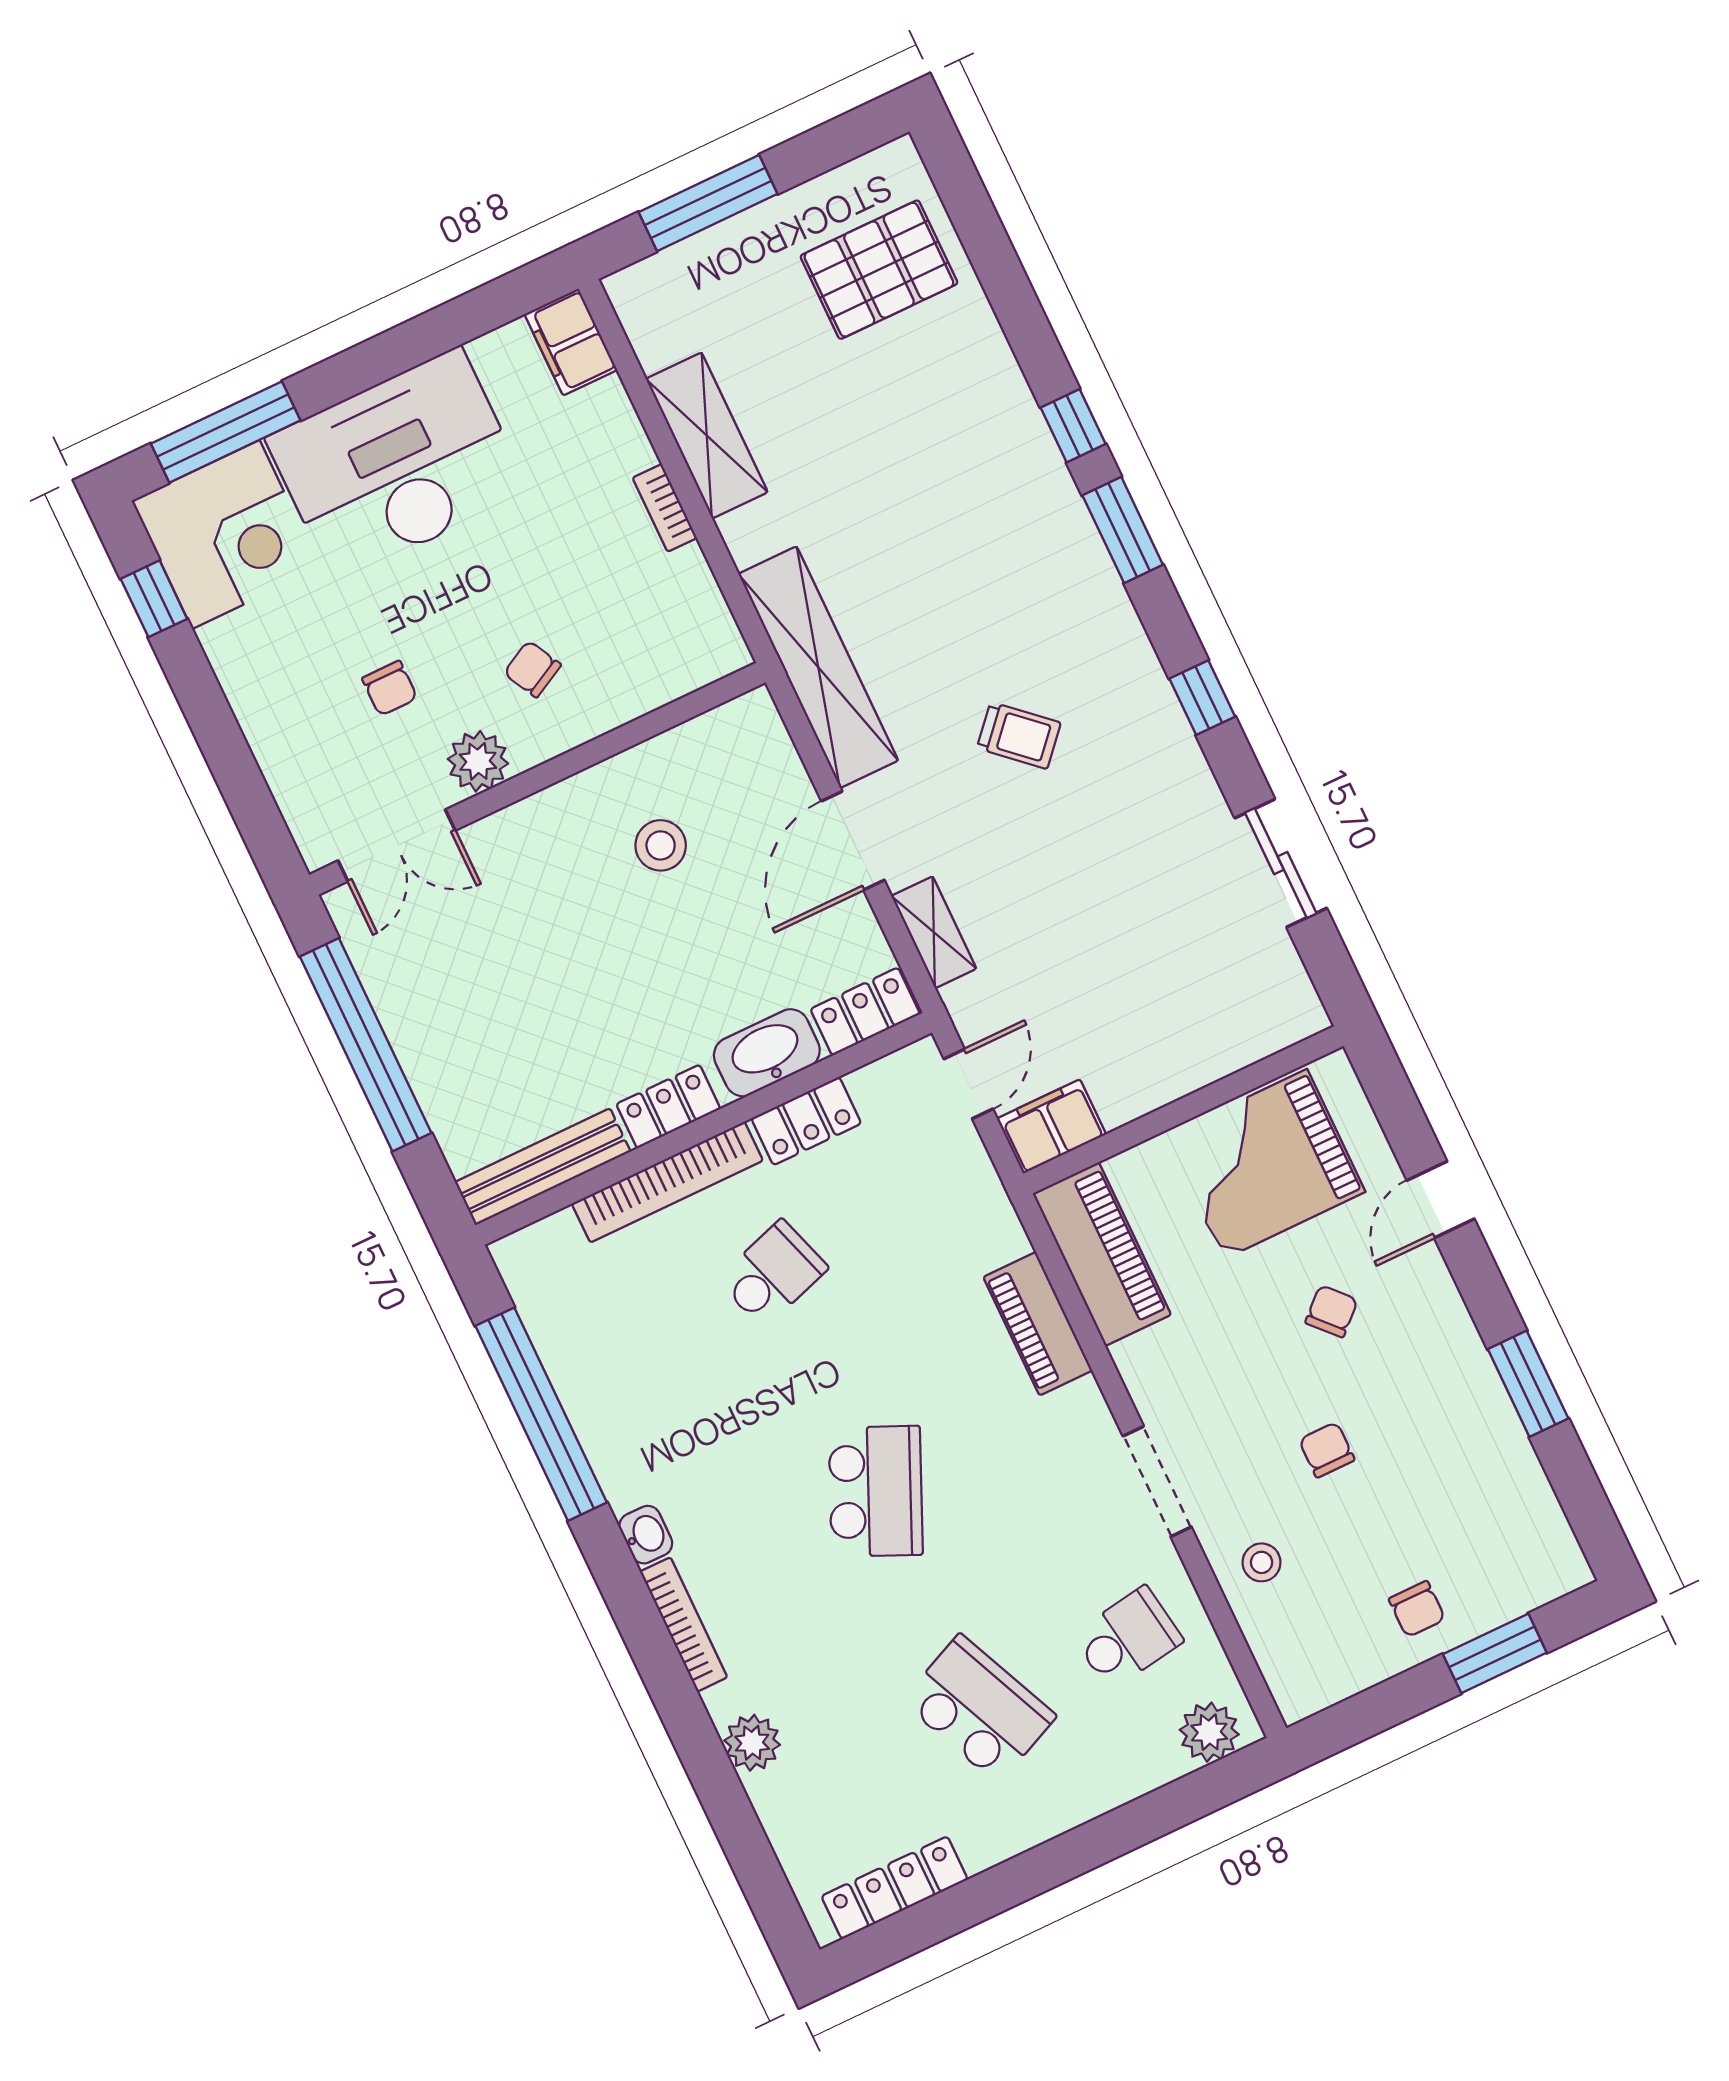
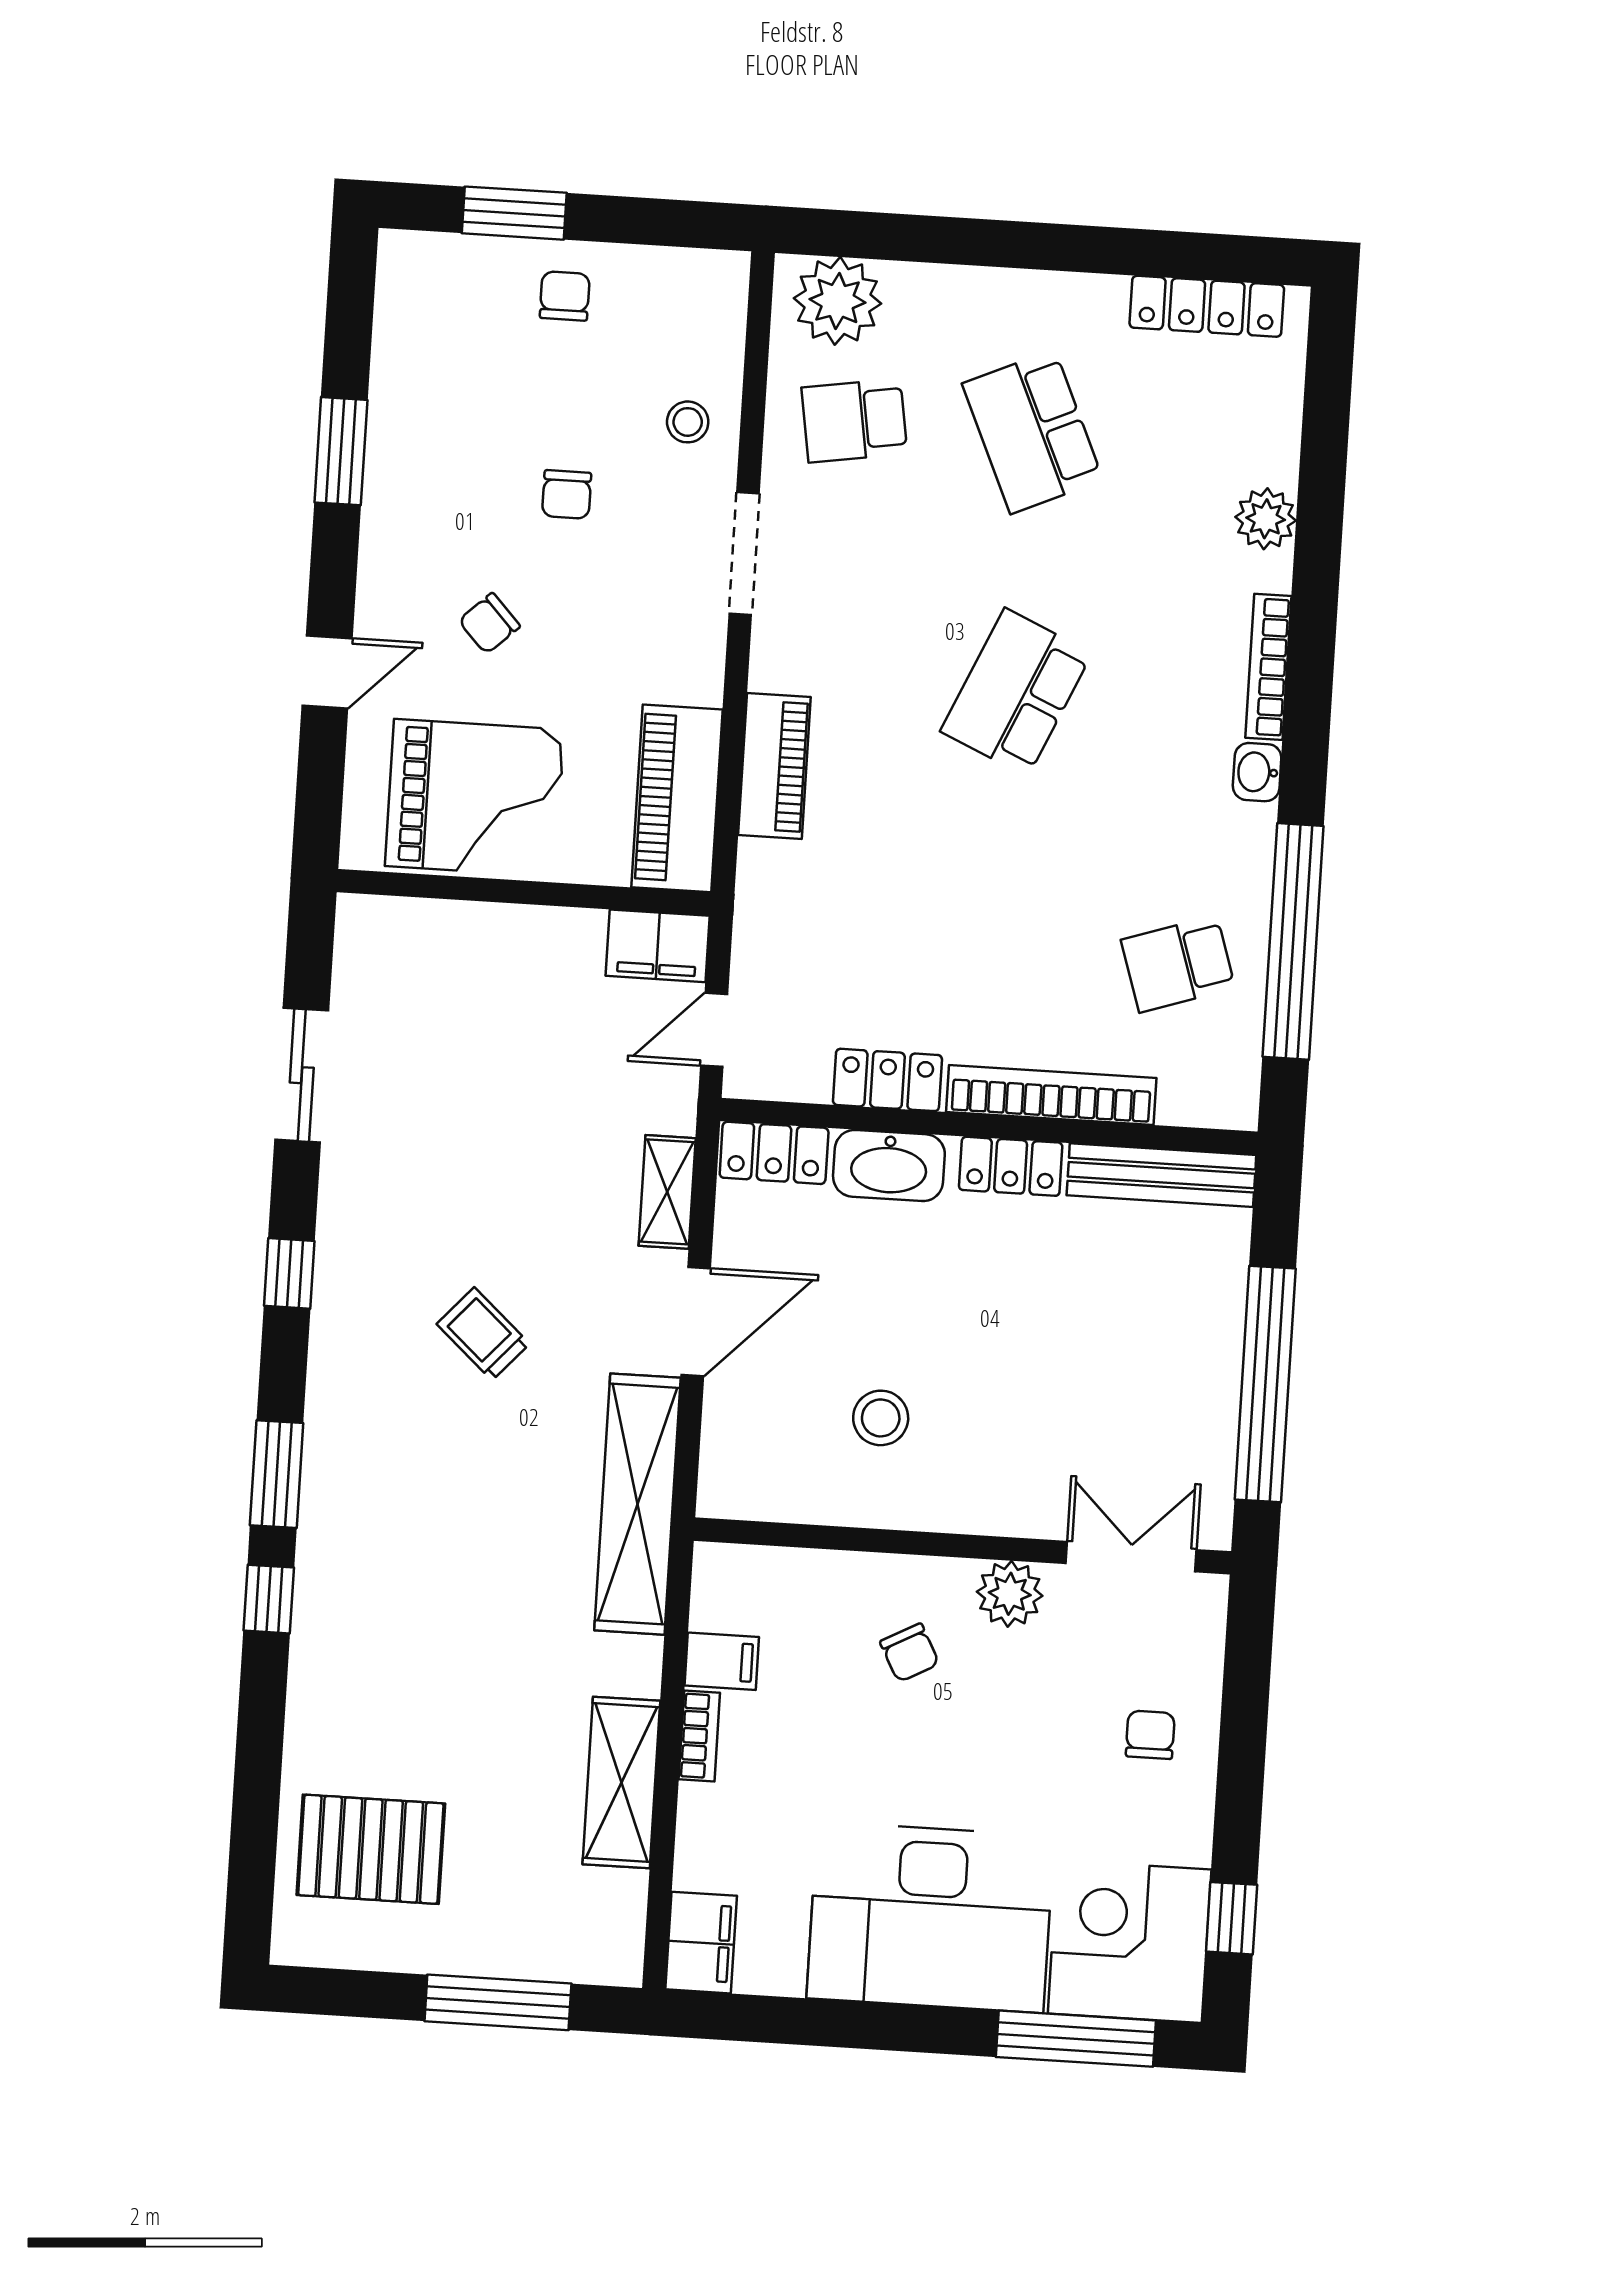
filing cabinet: (680, 578) -> (722, 1661), added
chair: (390, 688) -> (1150, 1735), moved
school desk: (773, 1274) -> (1178, 964), moved
plant: (1209, 1732) -> (838, 301), width x1.36, depth x1.36

